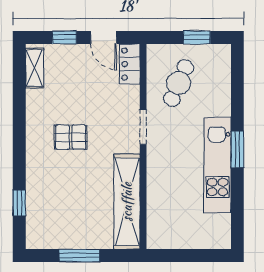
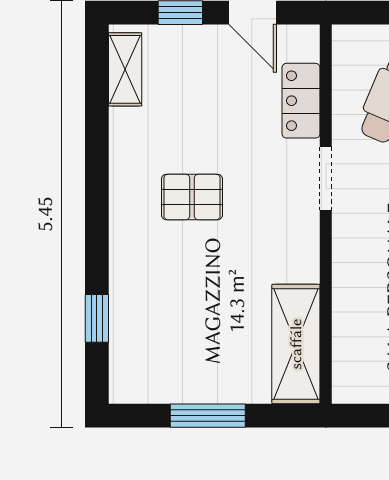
locker: (130, 64) -> (301, 101), moved
shelving: (127, 202) -> (296, 344), width x0.68

